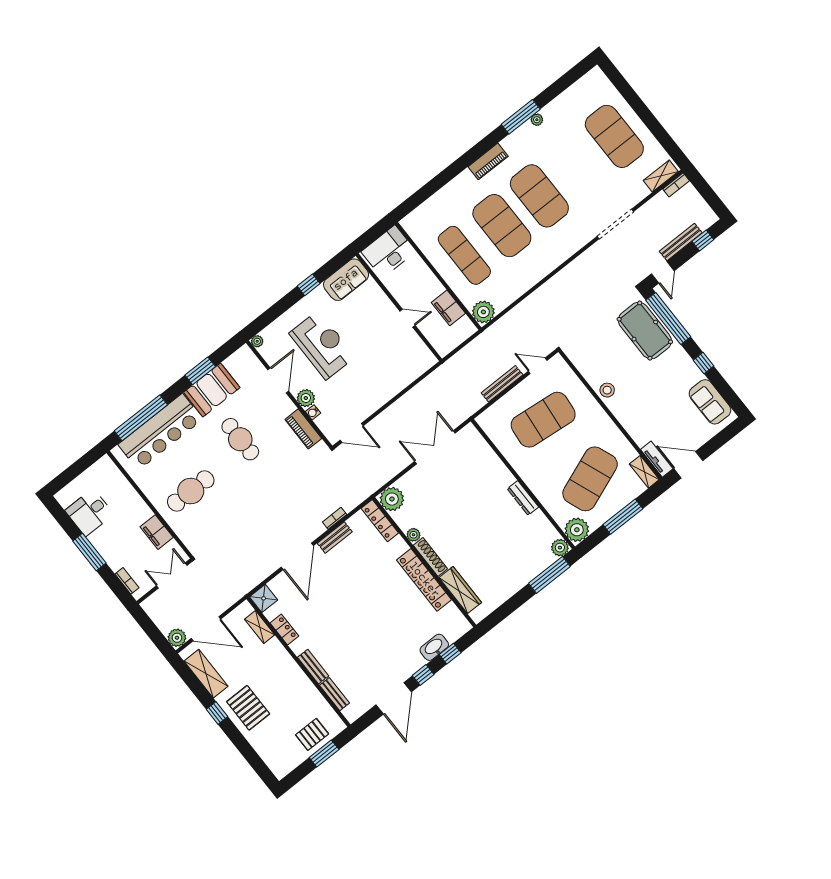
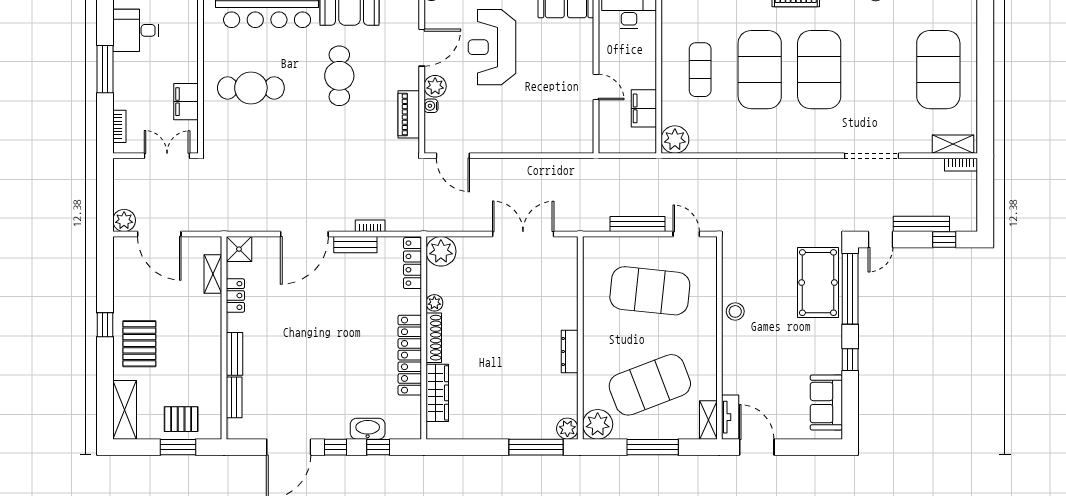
exercise mat: (464, 255) -> (700, 70), width x0.73, depth x0.69
reception desk: (322, 345) -> (492, 47), turned 180
shelving: (206, 674) -> (125, 410), moved

